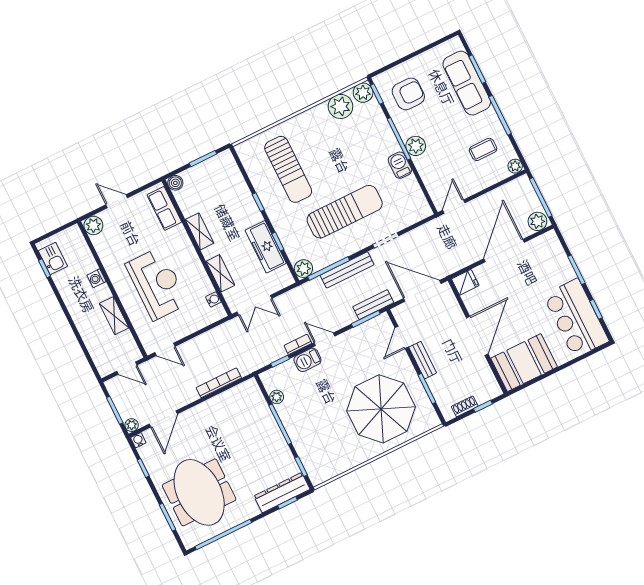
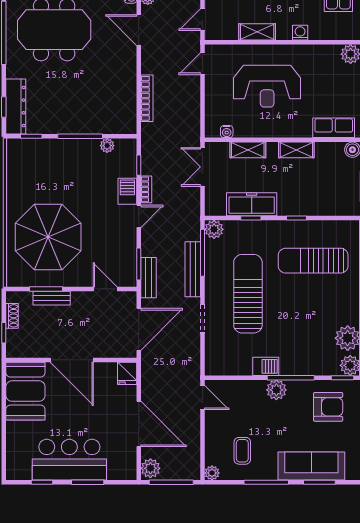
armchair: (408, 94) -> (328, 407), turned -90
sun lounger: (345, 212) -> (248, 294), turned 180
bar counter: (576, 318) -> (69, 460), moved
bench: (423, 360) -> (52, 298), moved

